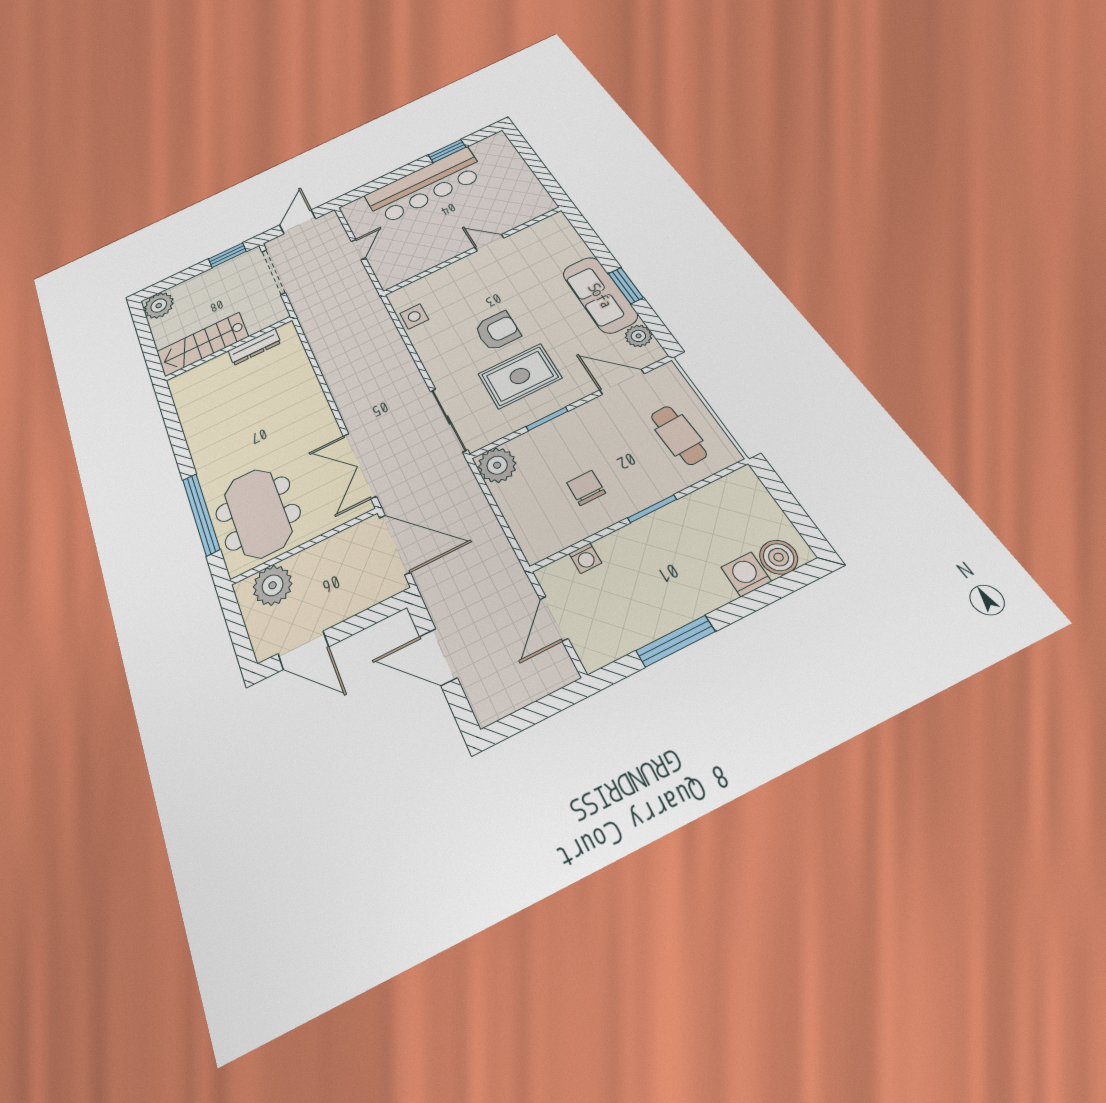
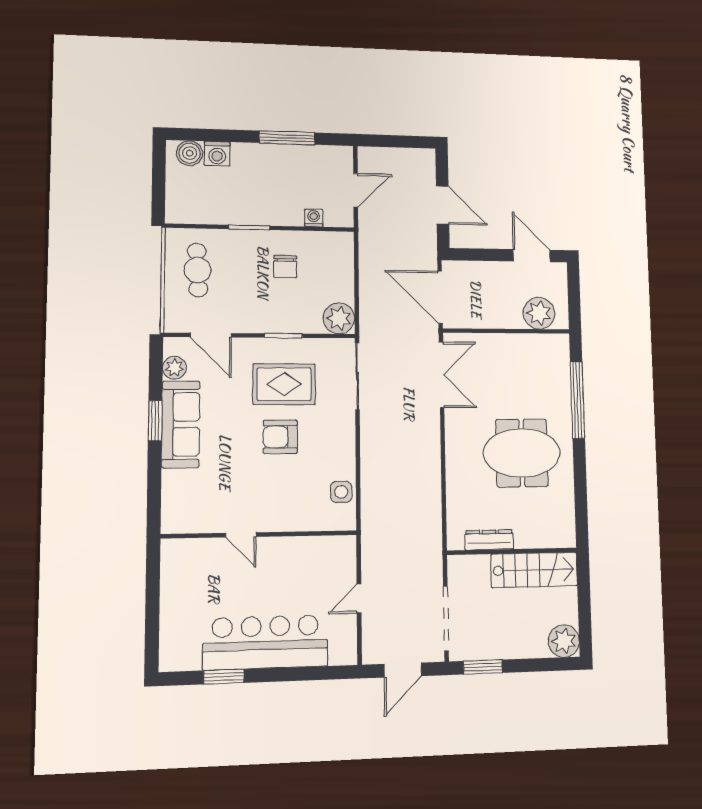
meeting table: (258, 513) -> (522, 453), moved, turned 90

